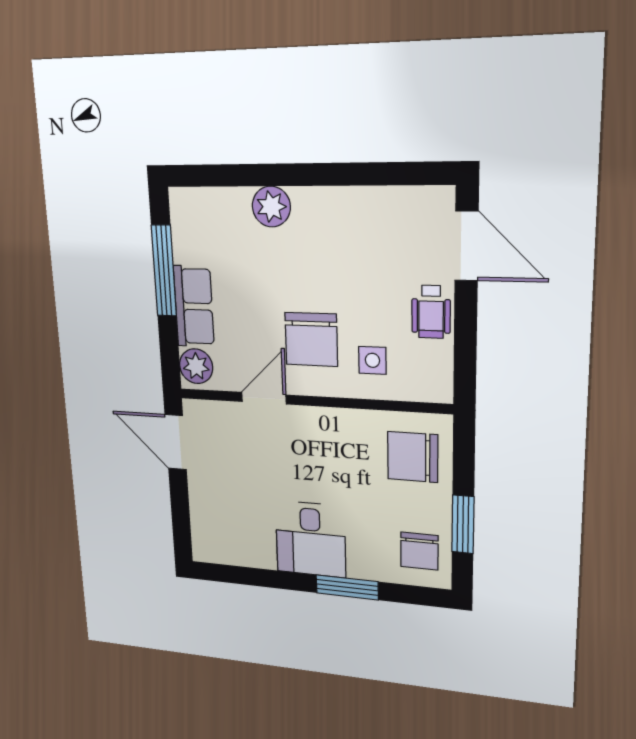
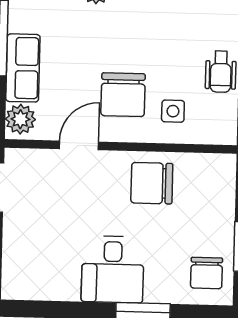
chair: (413, 457) -> (152, 183), moved

